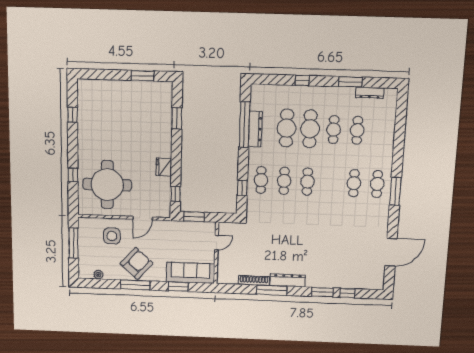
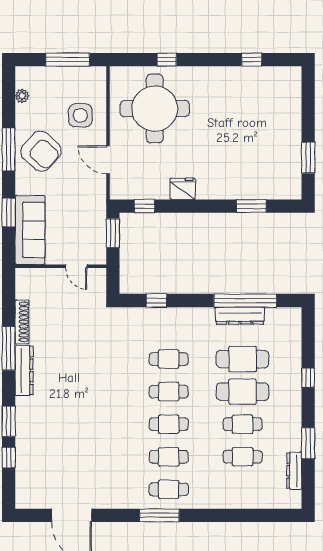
cafe table: (261, 180) -> (169, 424), moved

